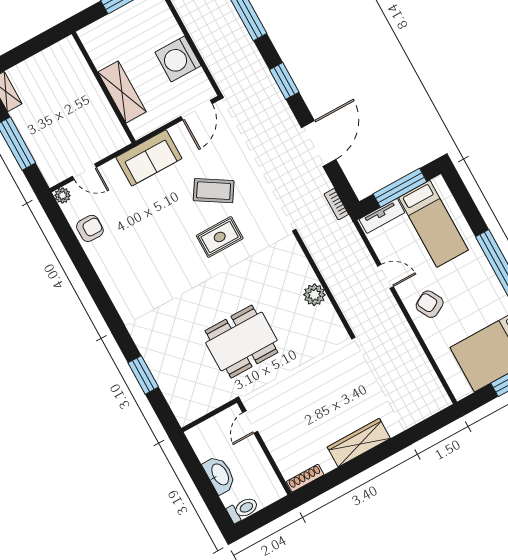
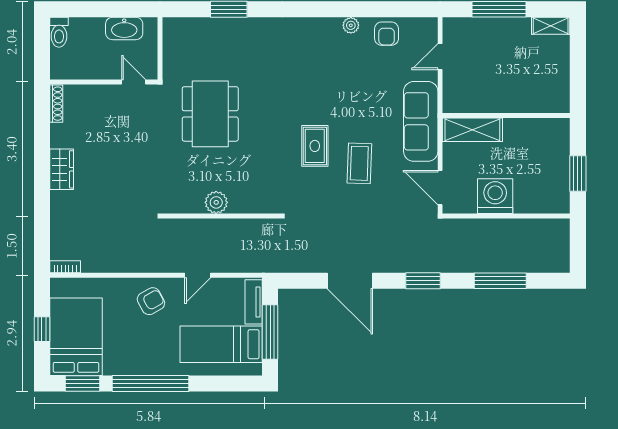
shelving: (122, 92) -> (472, 130), moved
sofa: (149, 158) -> (421, 121), width x1.36
coffee table: (214, 191) -> (359, 163), turned -30
plant: (62, 195) -> (351, 25), moved
bookcase: (336, 204) -> (65, 267), moved
wardrobe: (359, 443) -> (62, 169), width x0.67
washbasin: (220, 475) -> (124, 28), moved

